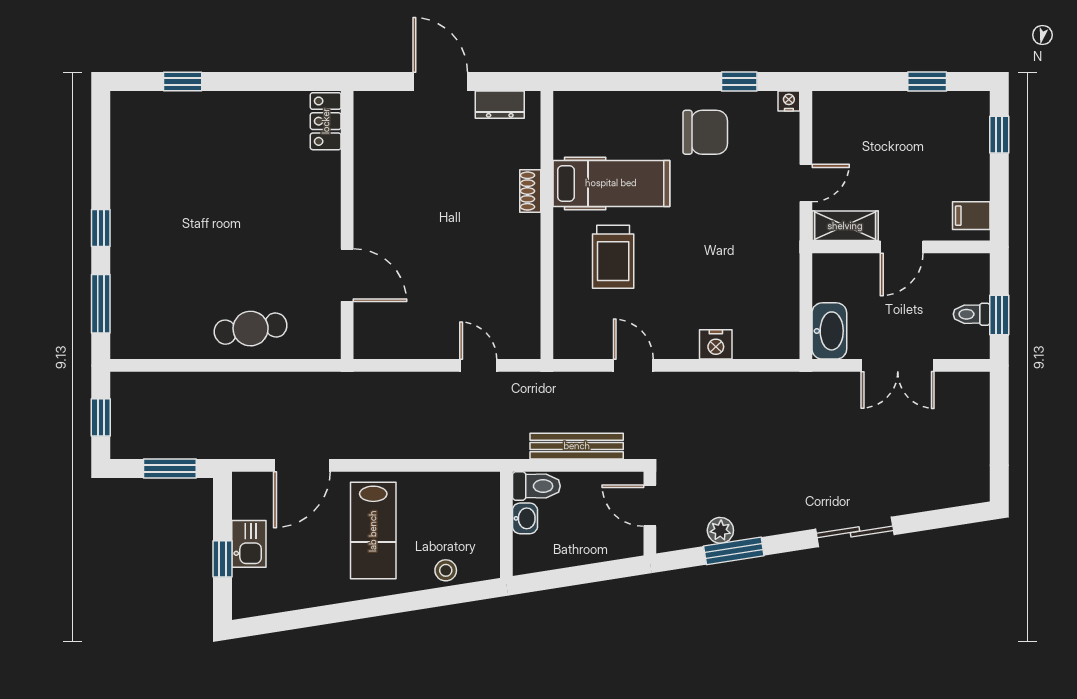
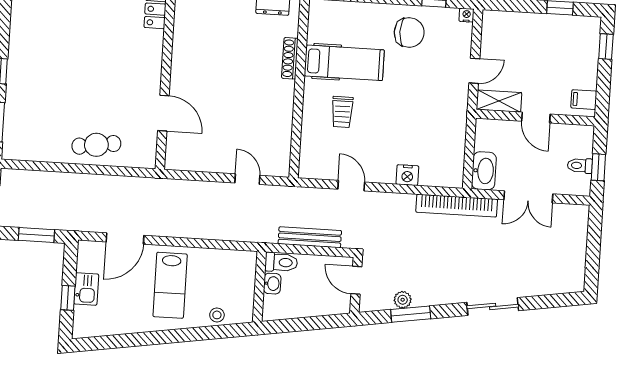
shoe rack: (530, 191) -> (290, 58), width x1.43
door: (902, 247) -> (536, 118), hinge flipped
trolley: (613, 257) -> (342, 112), width x0.73, depth x0.72
bookcase: (792, 385) -> (457, 206), added

